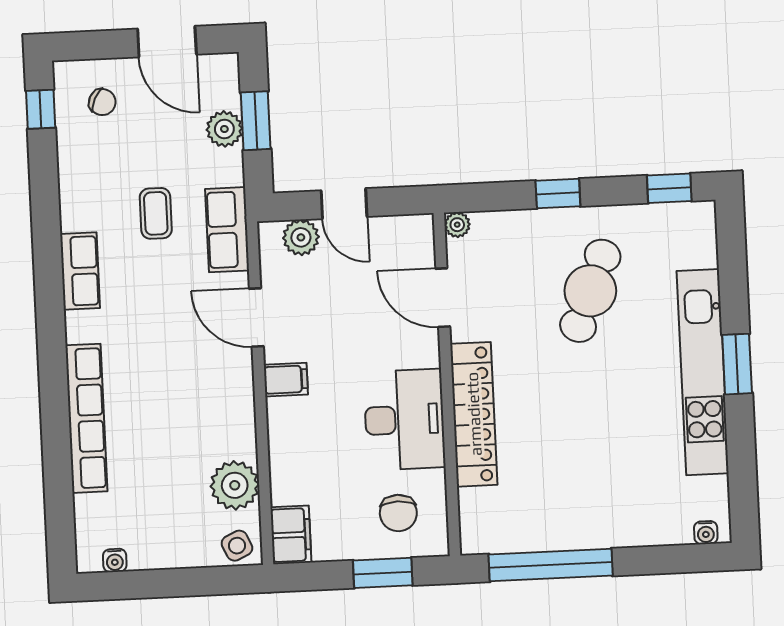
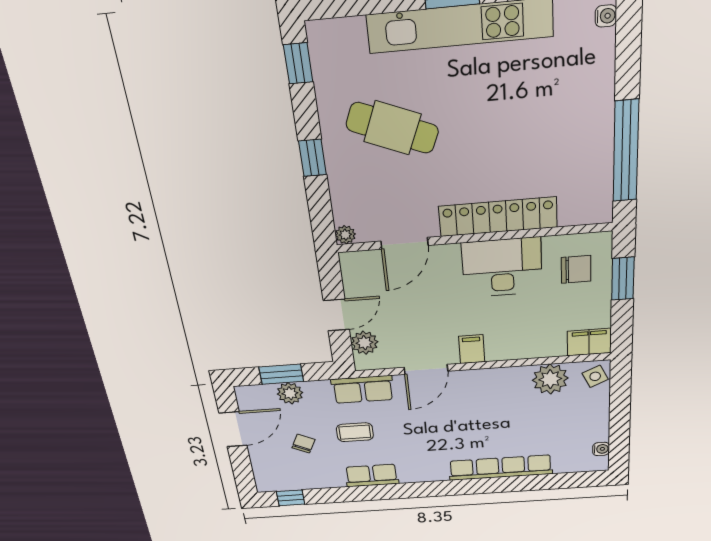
chair: (102, 102) -> (303, 444), moved
row of seats: (80, 271) -> (372, 475), moved

